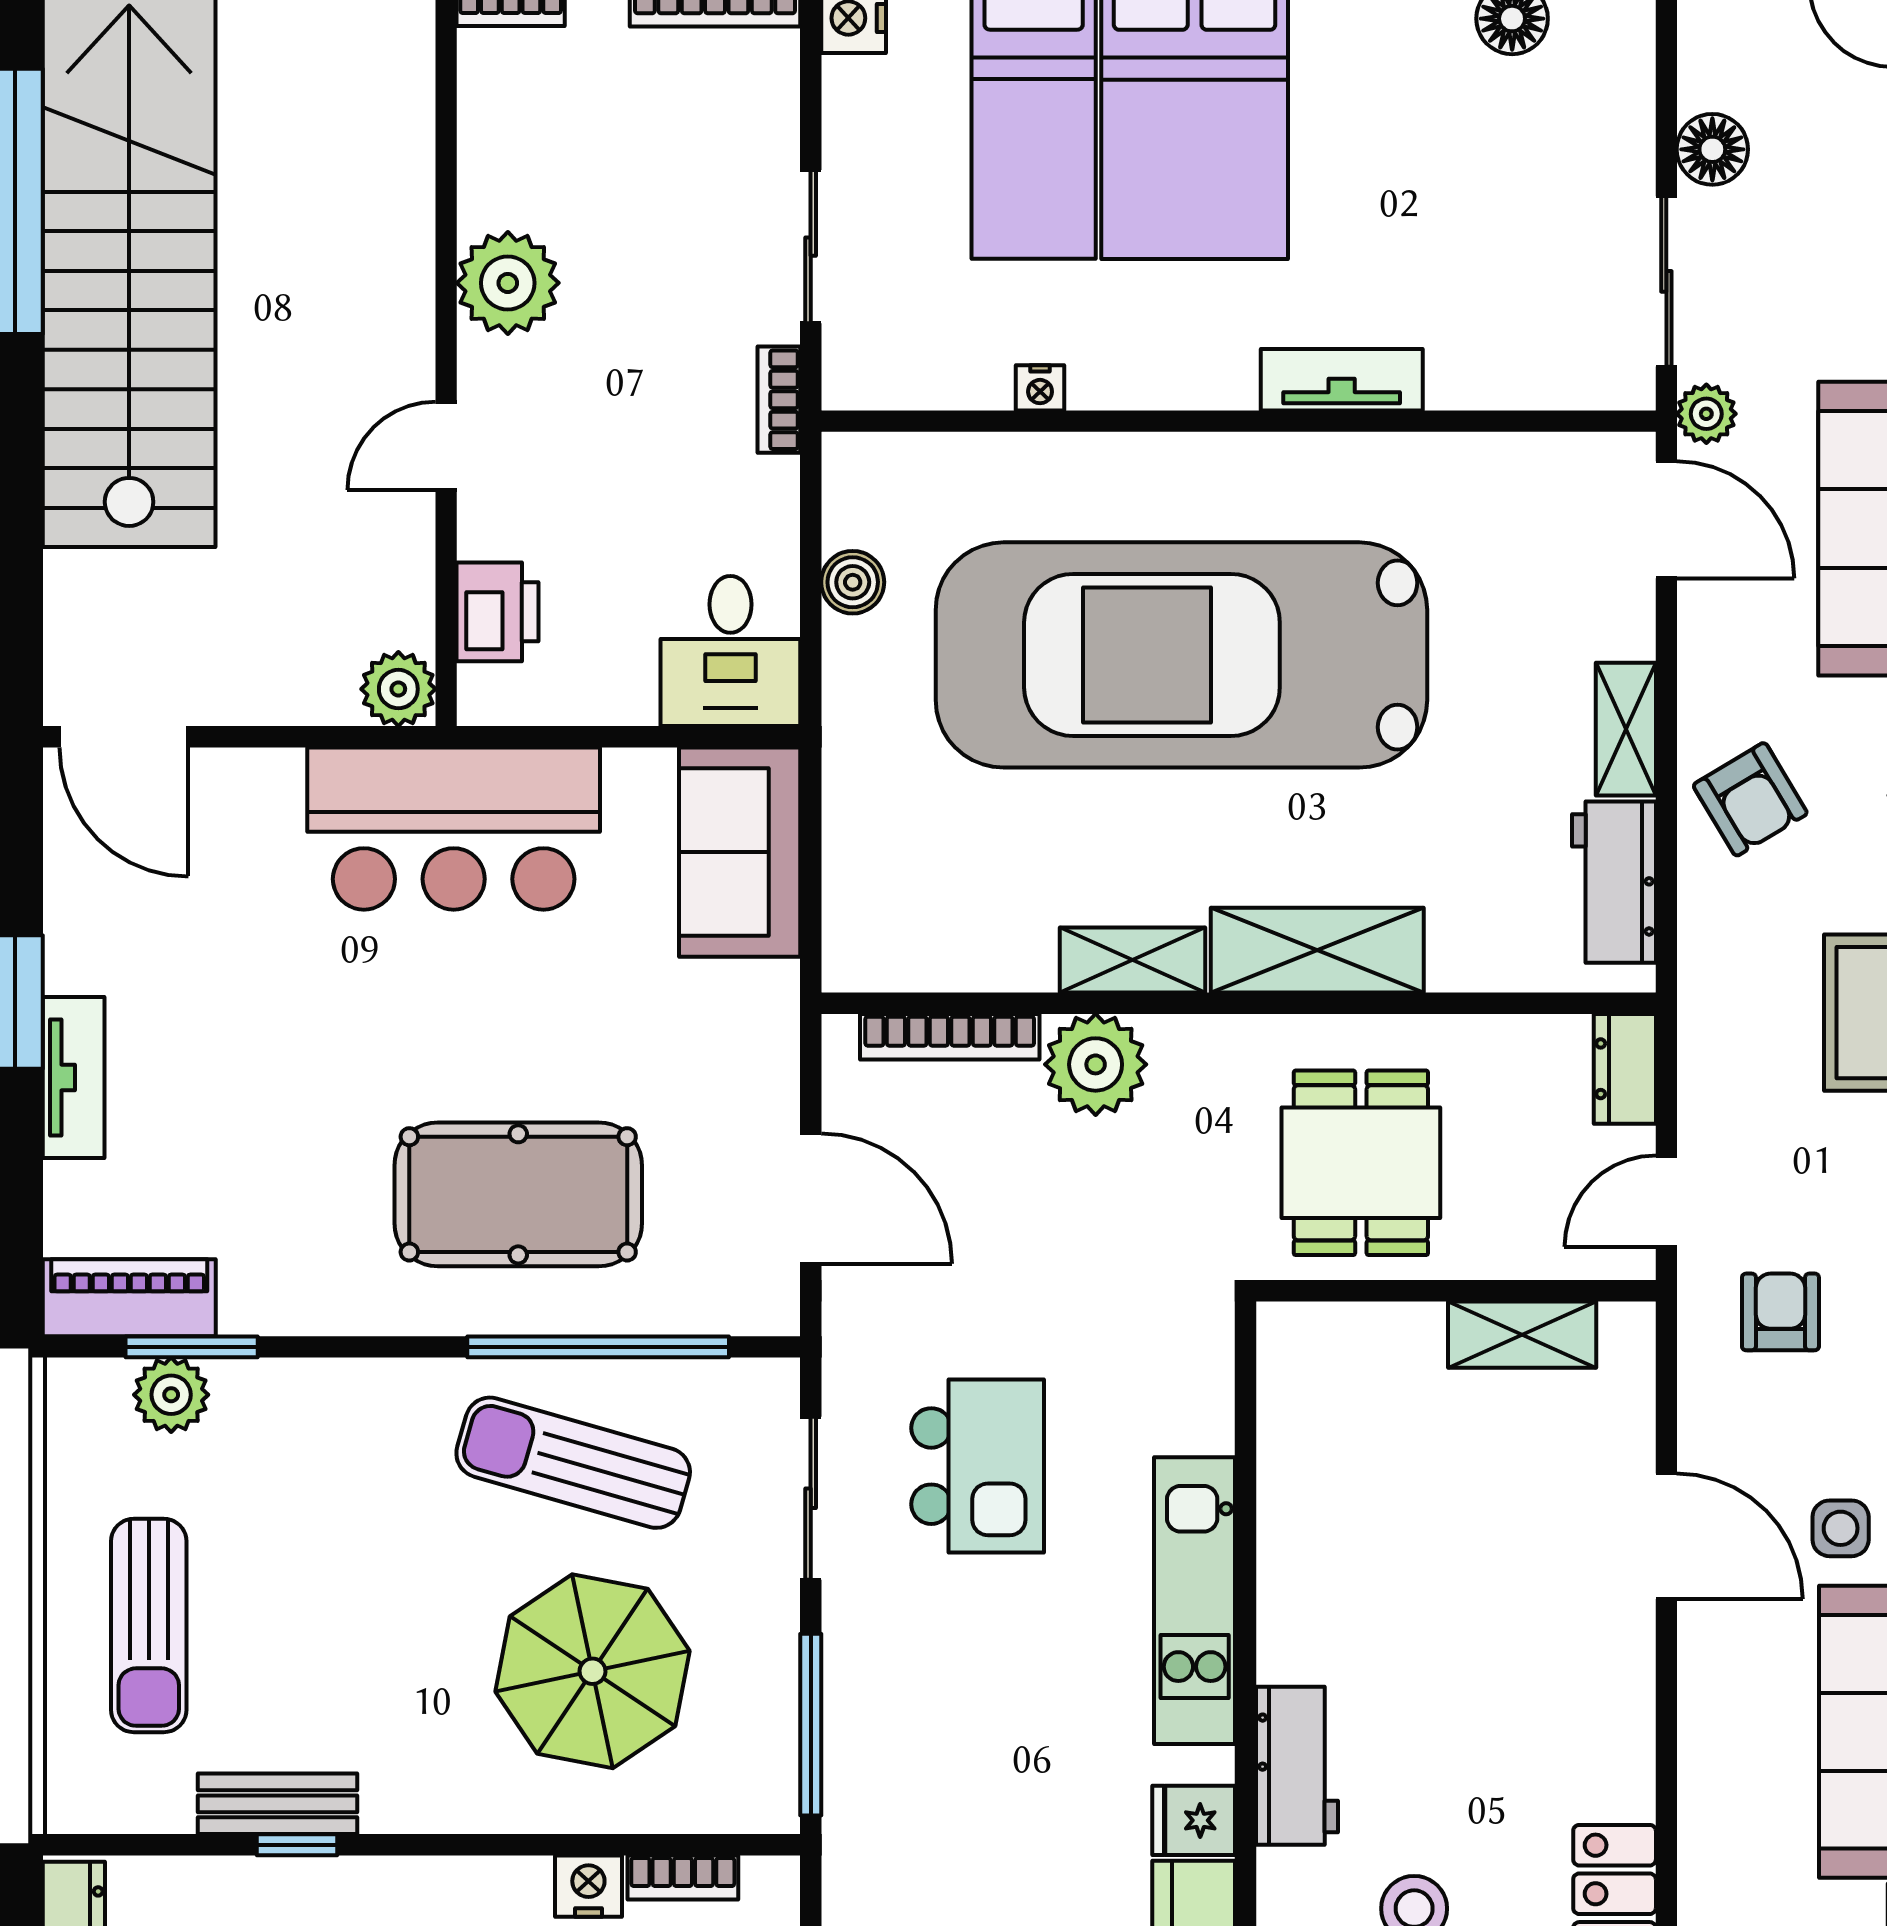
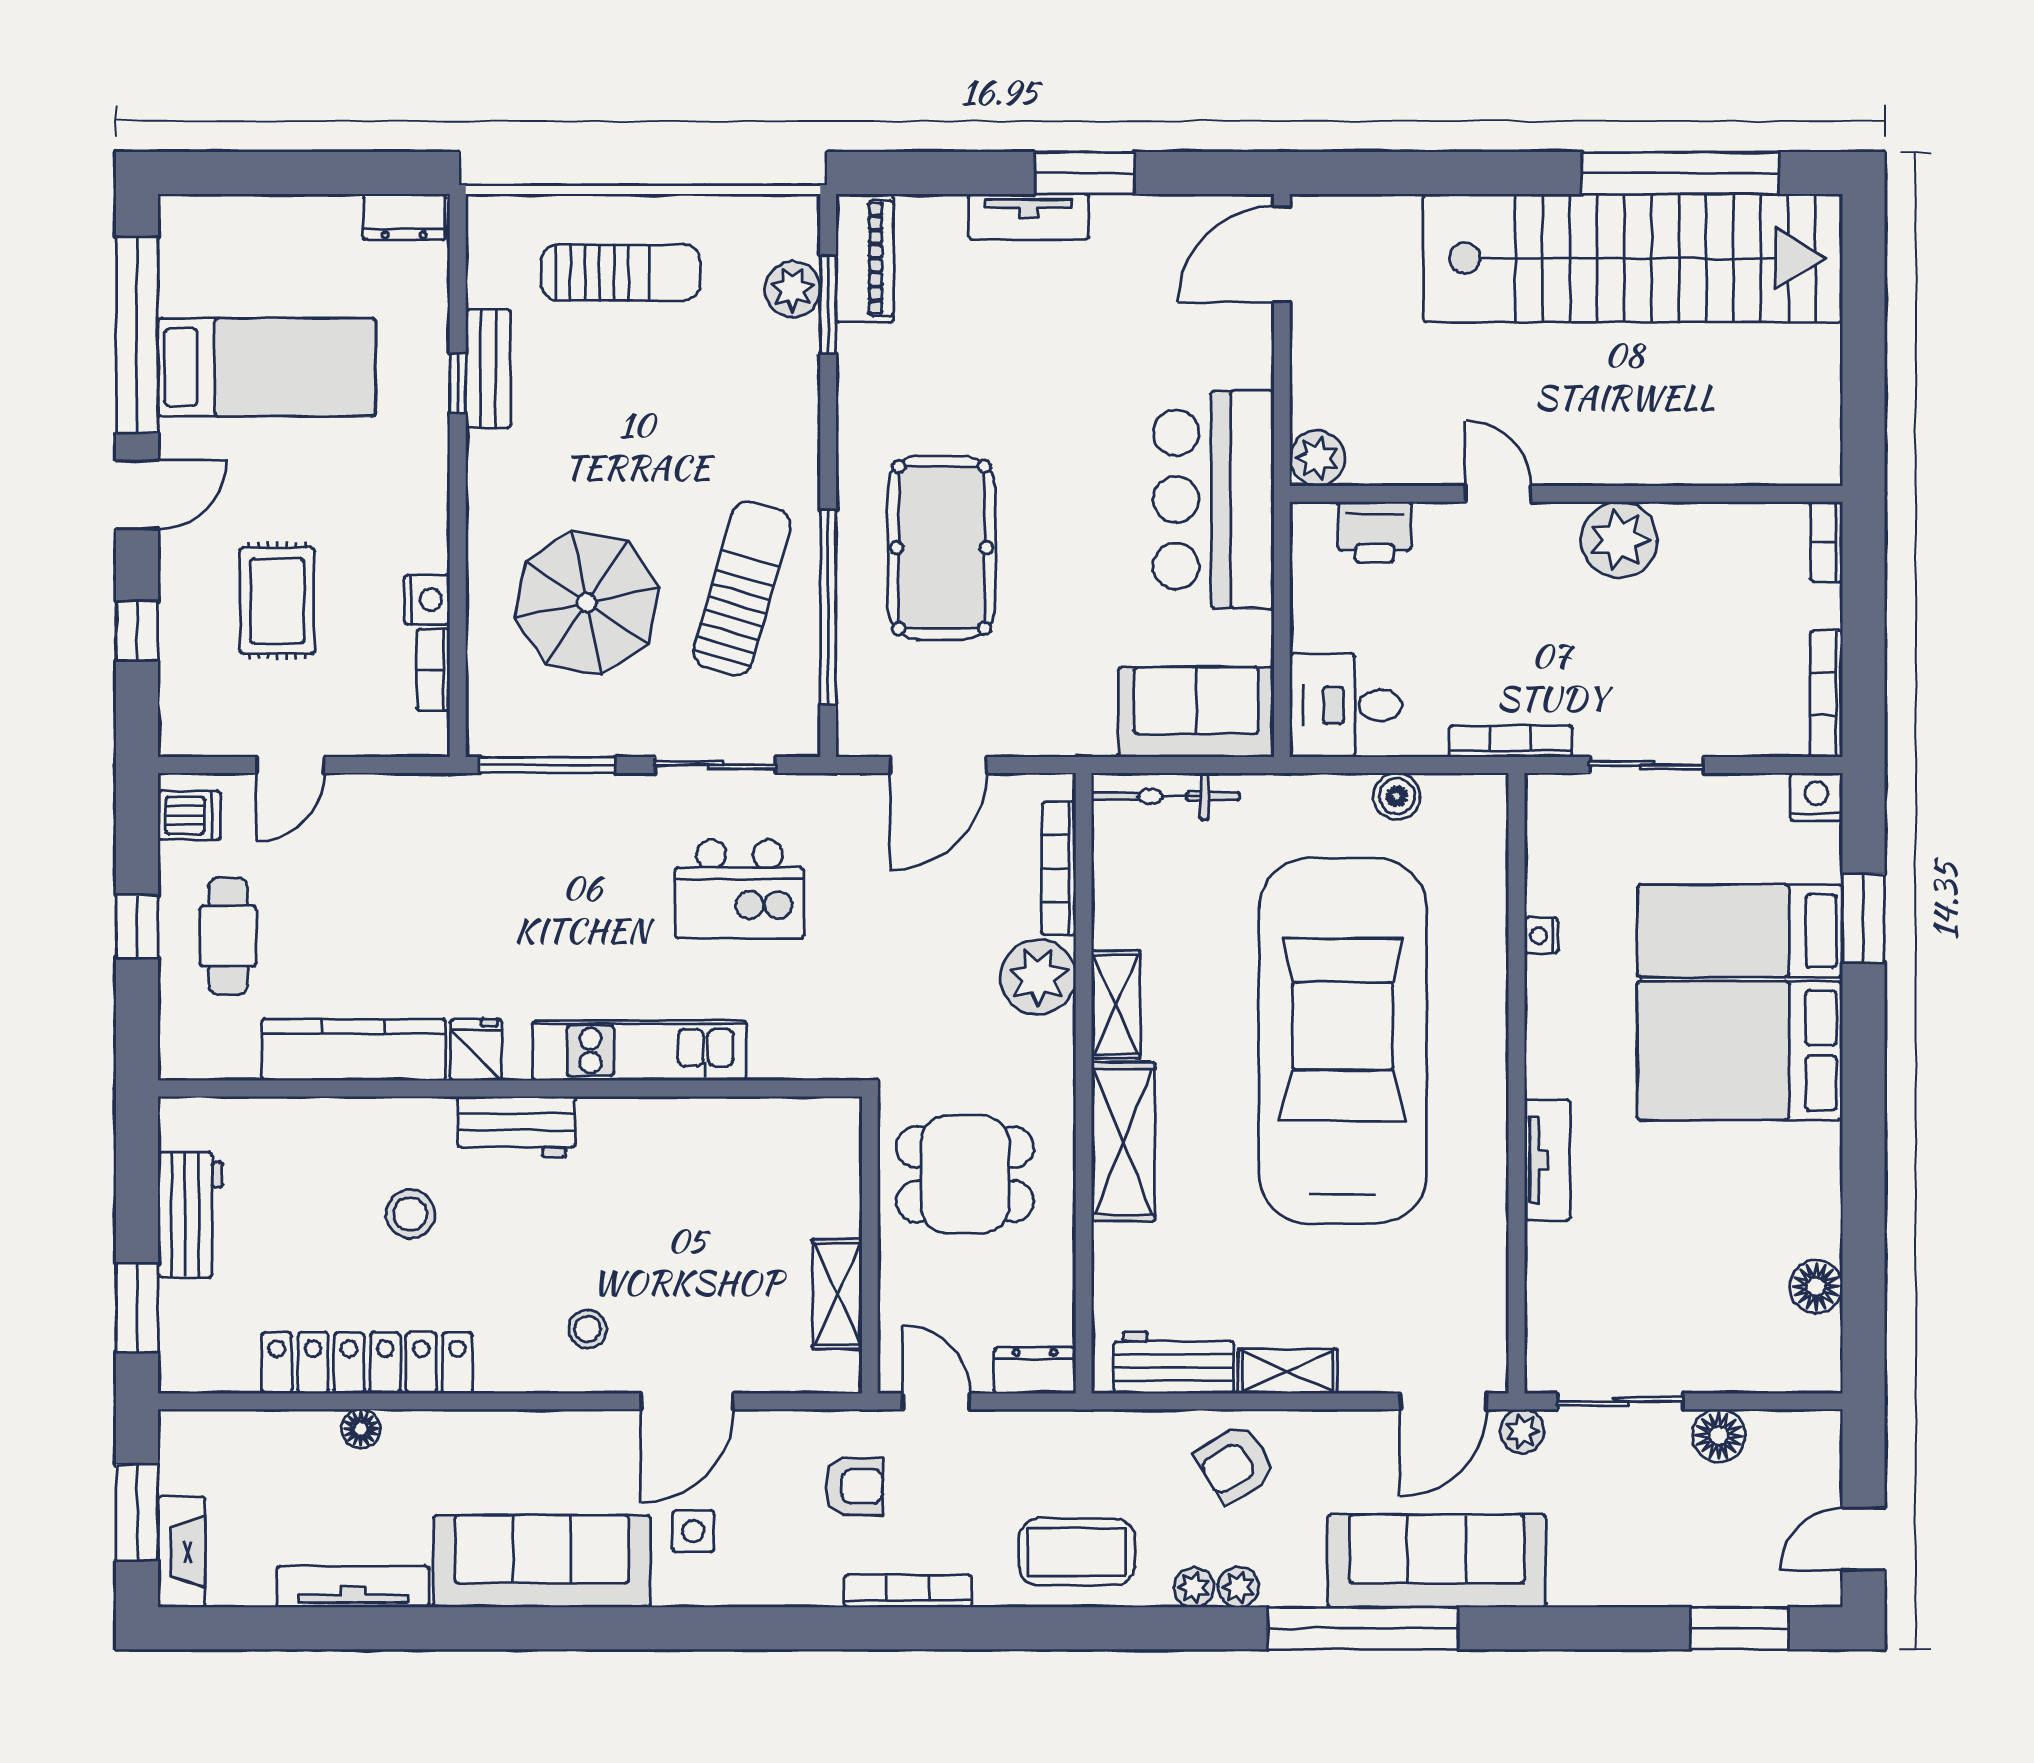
bookcase: (779, 400) -> (1510, 741), width x1.56
bicycle: (853, 893) -> (1165, 796), added
sun lounger: (149, 1625) -> (621, 273), turned 180
stool: (1569, 1671) -> (587, 1329), added

